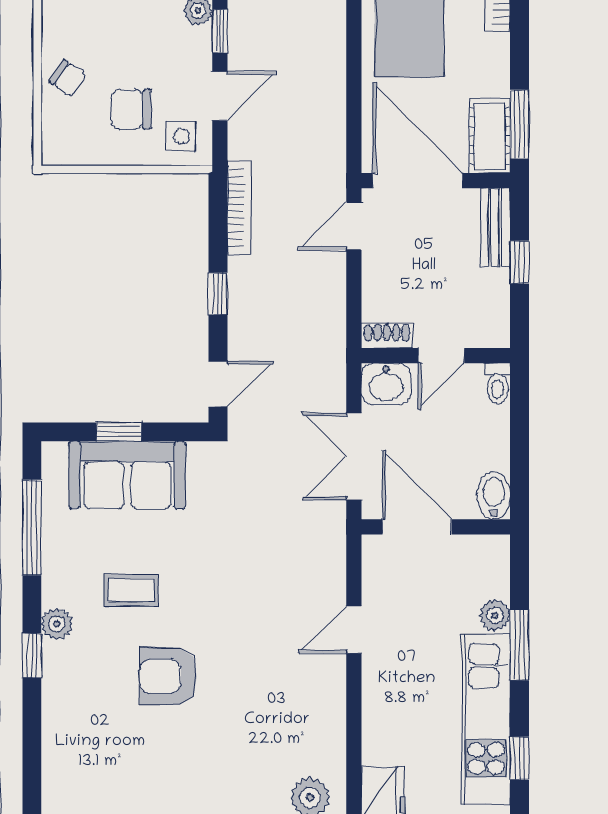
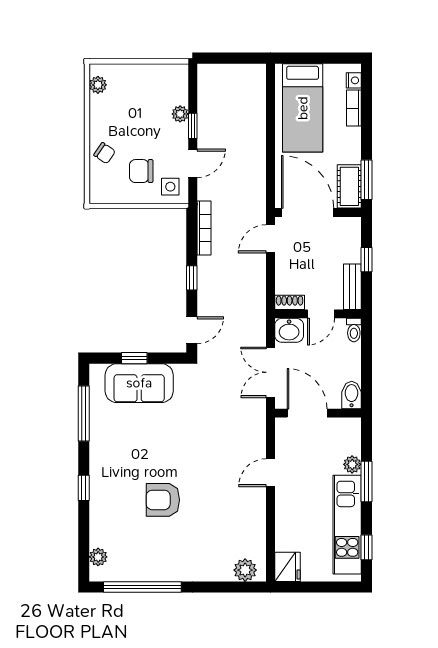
bench: (495, 228) -> (352, 287), moved
coffee table: (131, 590) -> (141, 450), removed
plant: (57, 624) -> (98, 557), moved

